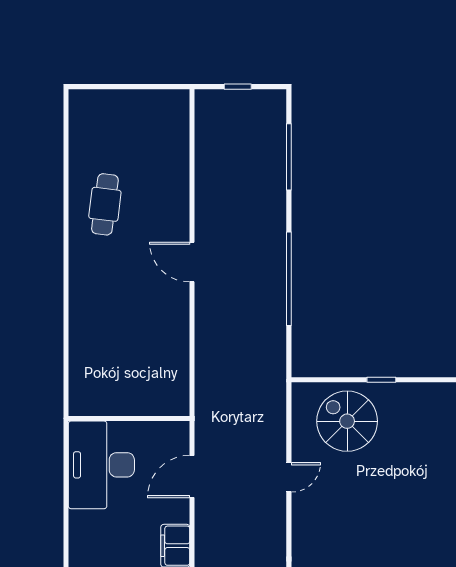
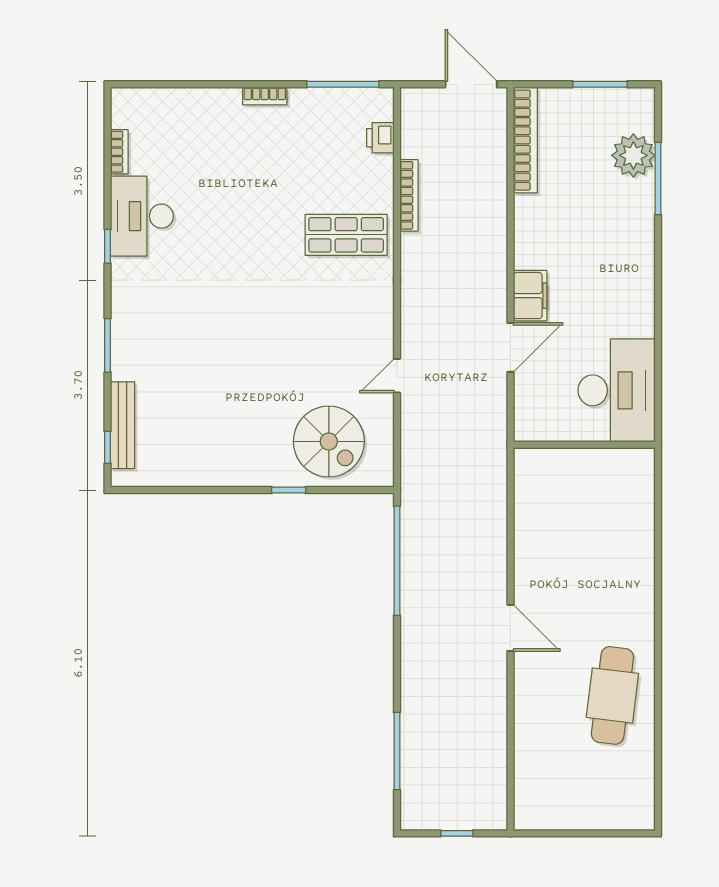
cafe table: (105, 204) -> (612, 695), width x1.37, depth x1.35
window: (289, 279) -> (397, 561), moved
door: (192, 477) -> (510, 347), moved

